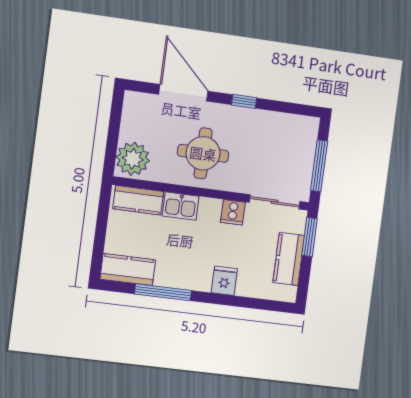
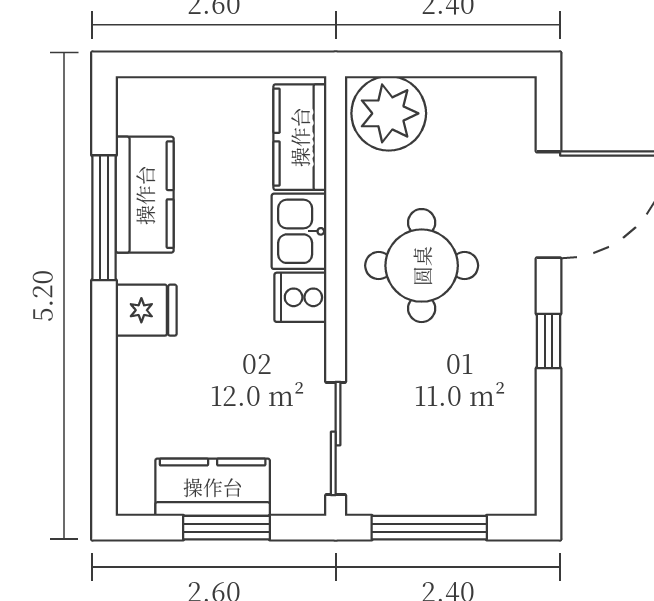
cooker: (233, 212) -> (300, 297), moved
window: (310, 237) -> (226, 528), moved
kitchen counter: (128, 270) -> (145, 195), moved
fridge: (224, 281) -> (146, 310), moved

